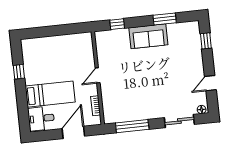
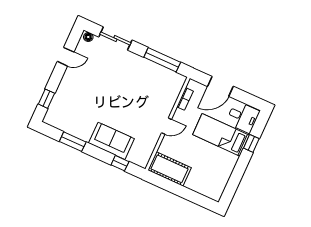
sofa: (148, 36) -> (111, 141), moved
cot: (75, 43) -> (170, 169), added
window: (19, 72) -> (251, 143), moved

